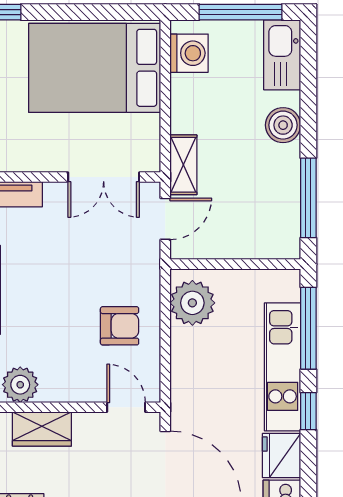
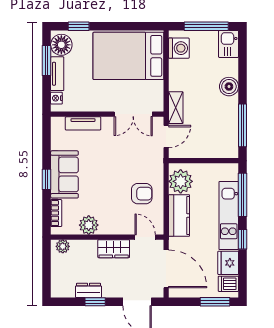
kitchen sink: (282, 55) -> (229, 44), width x0.73
kitchen counter: (189, 367) -> (179, 216), added
wardrobe: (42, 429) -> (114, 249), moved

